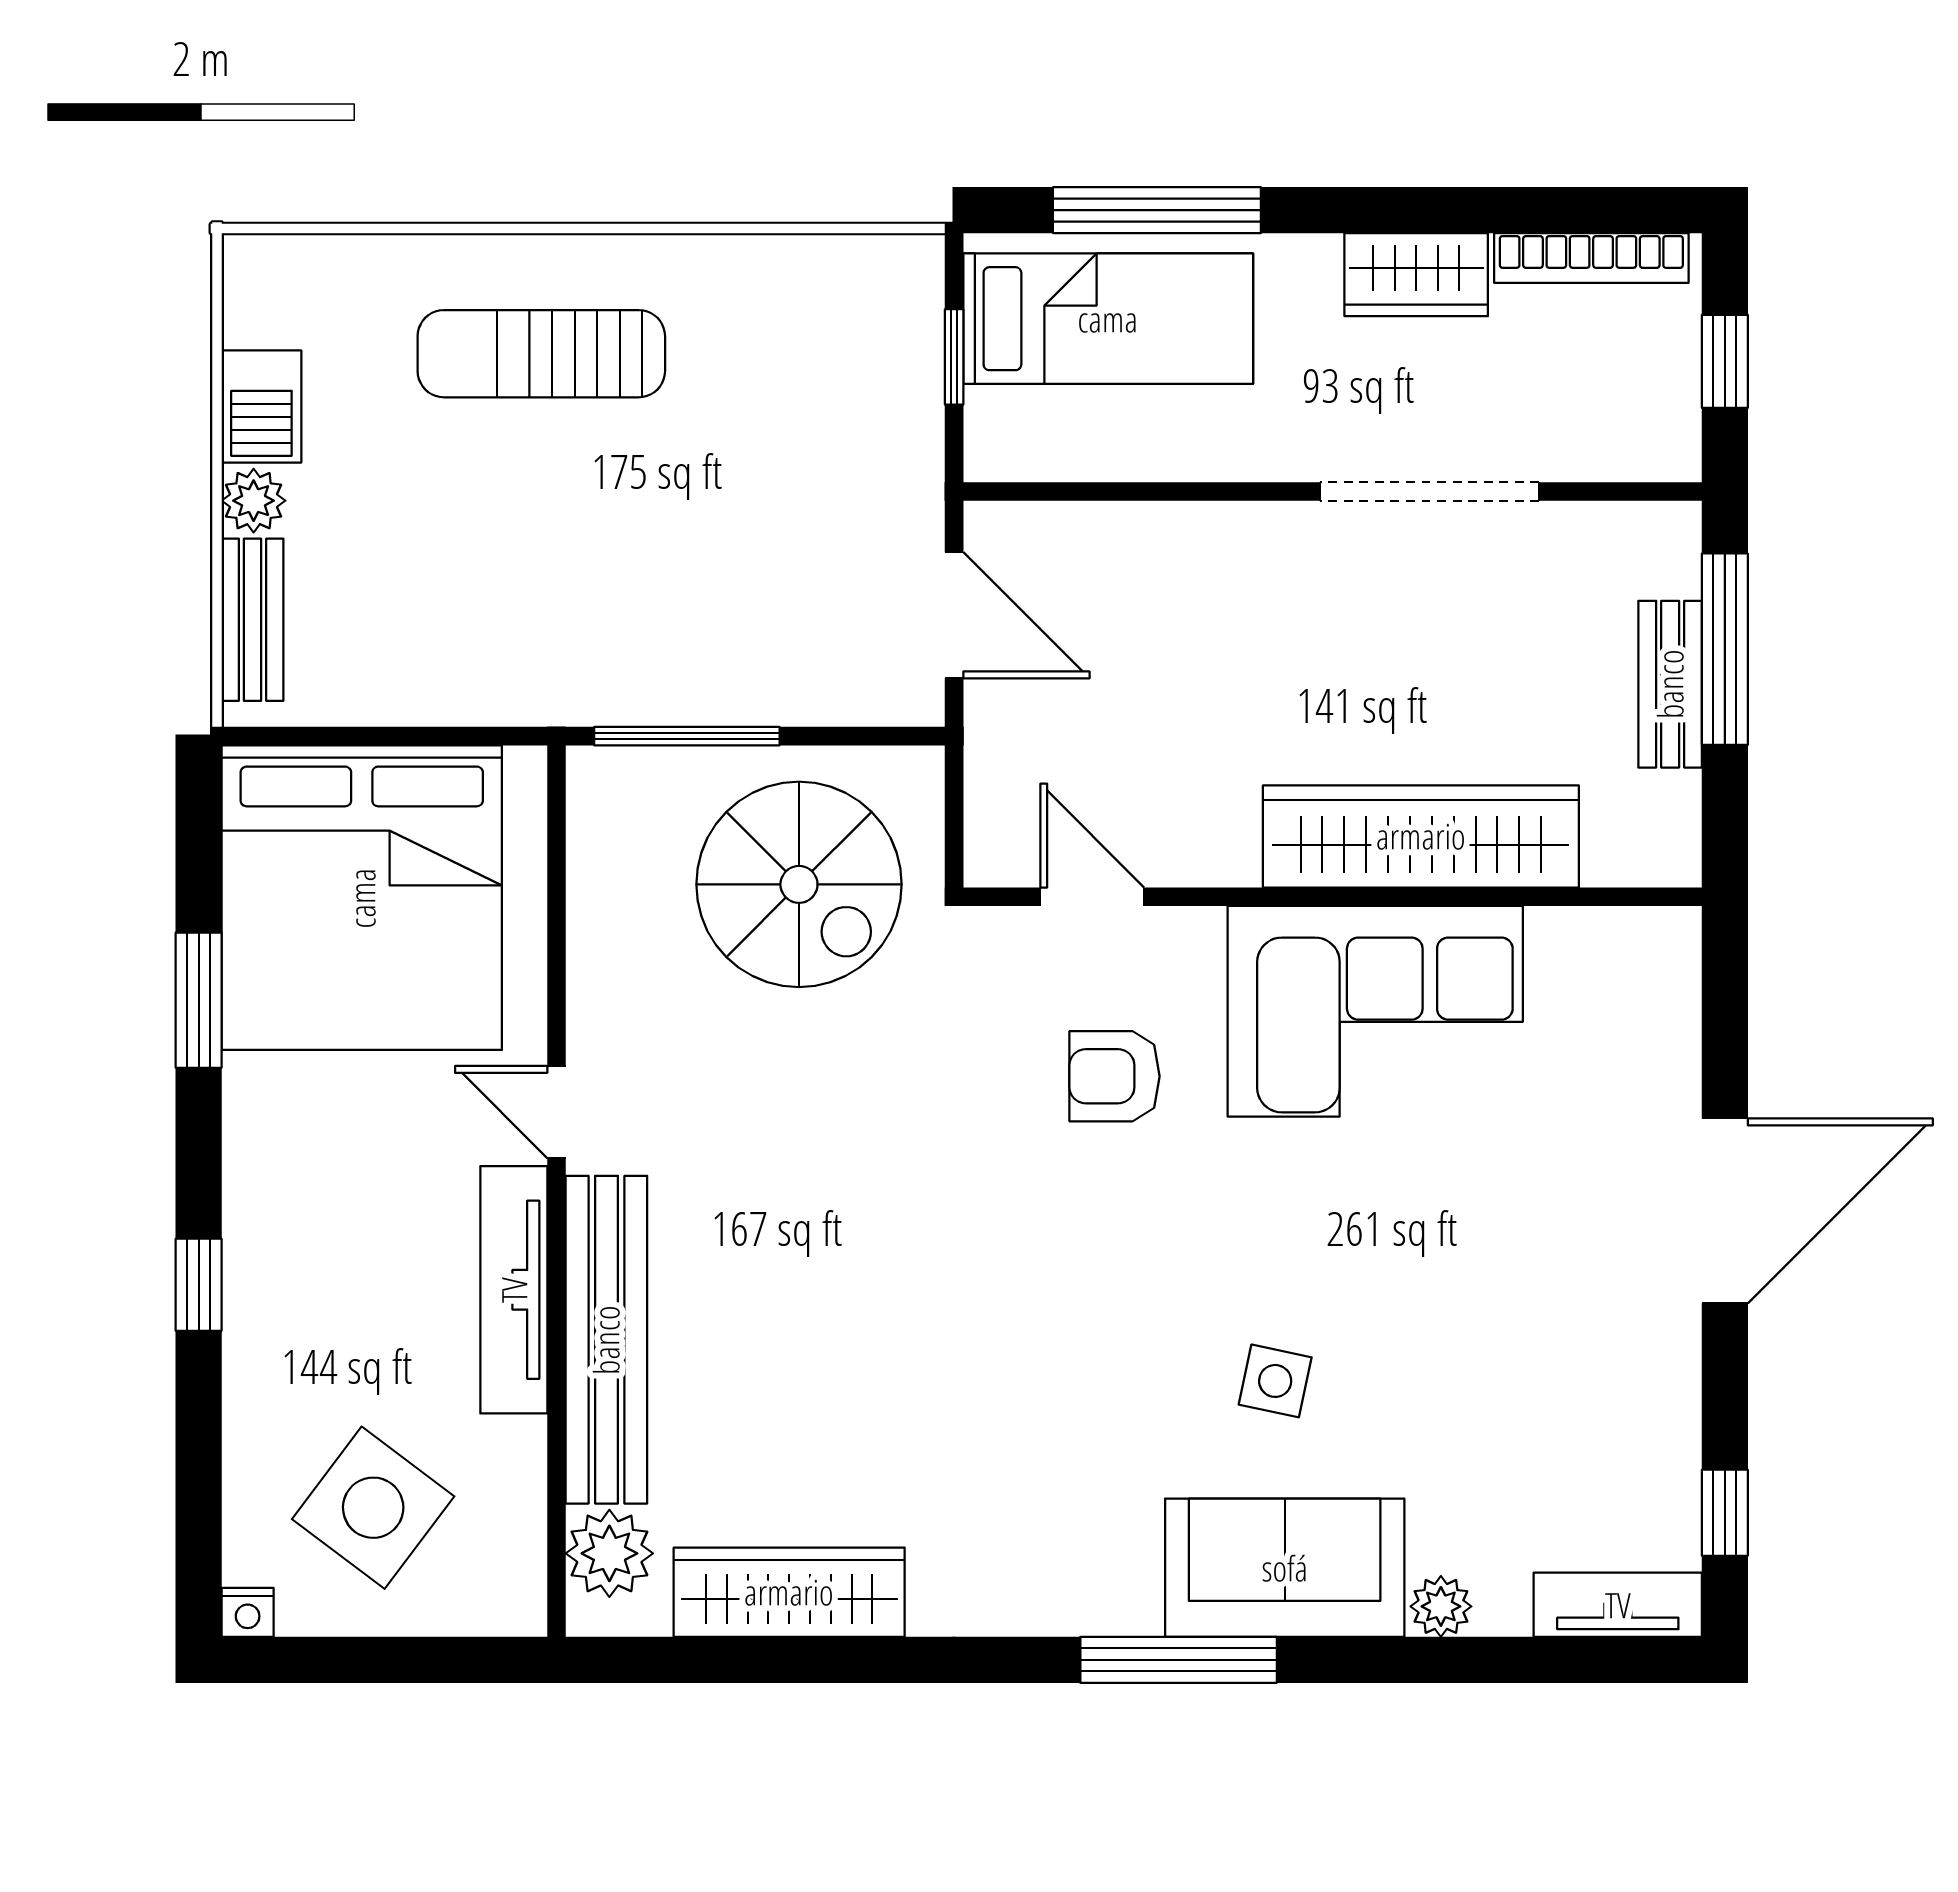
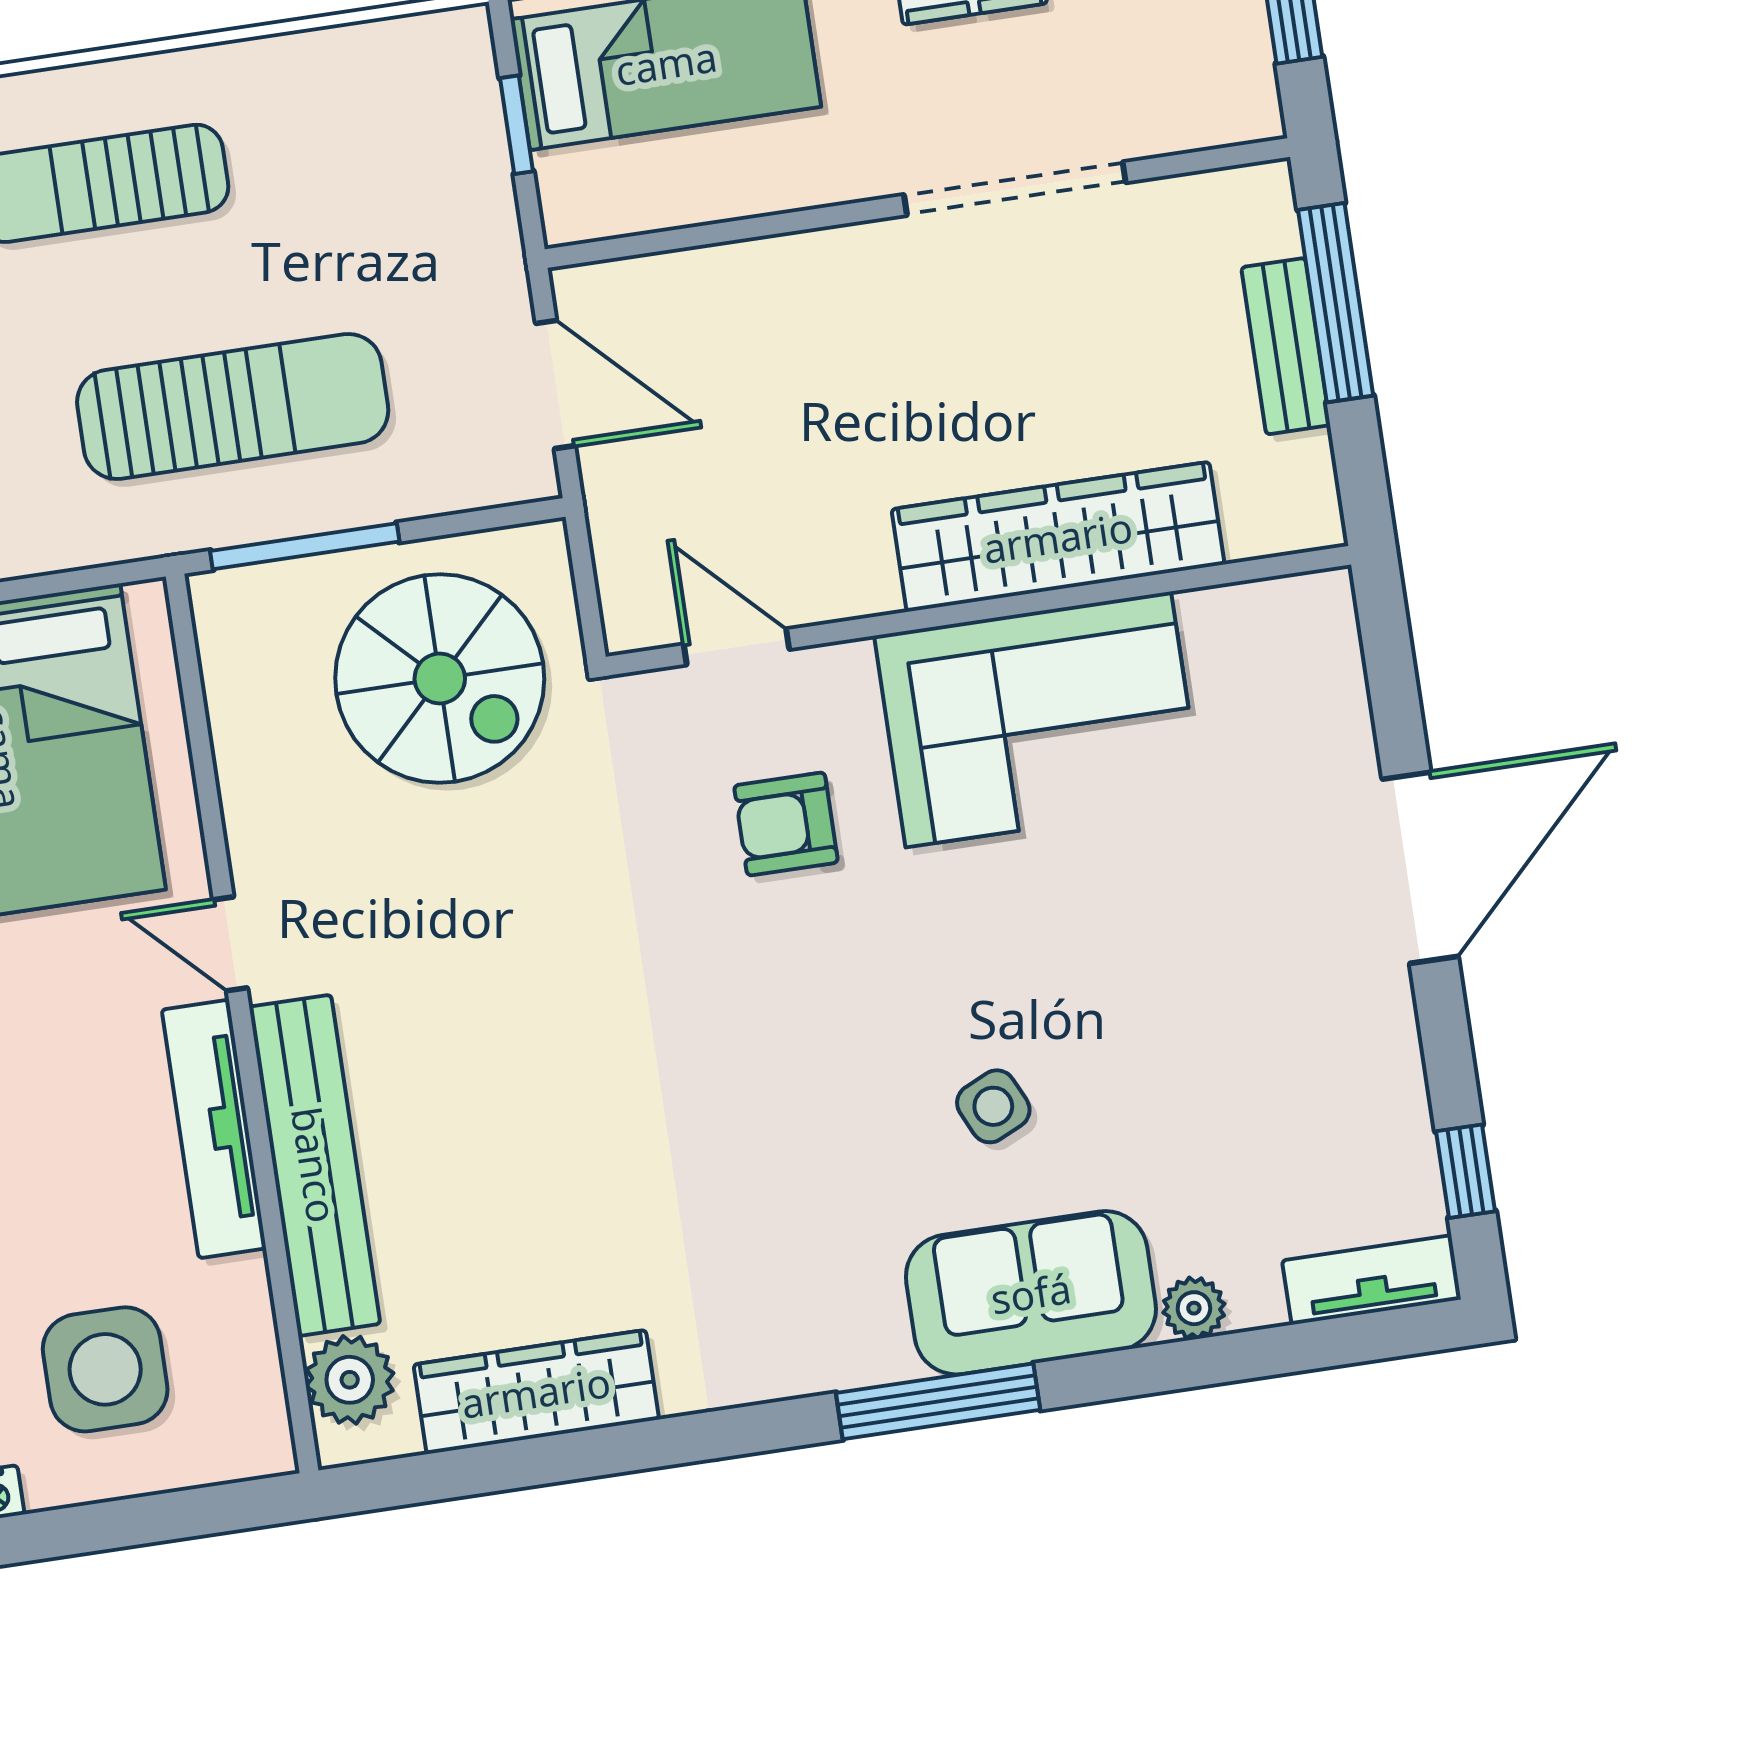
sun lounger: (637, 590) -> (233, 407), added
side table: (1275, 1381) -> (993, 1106), turned -37
side table: (373, 1508) -> (105, 1369), turned -37

